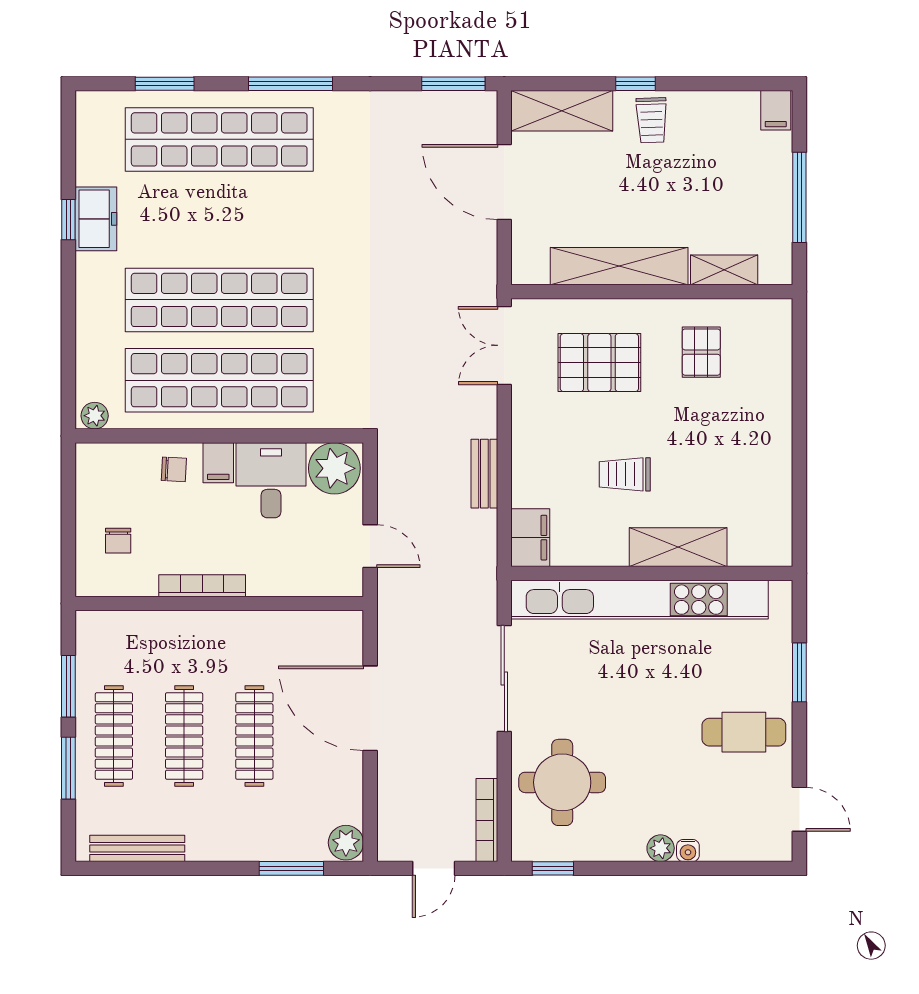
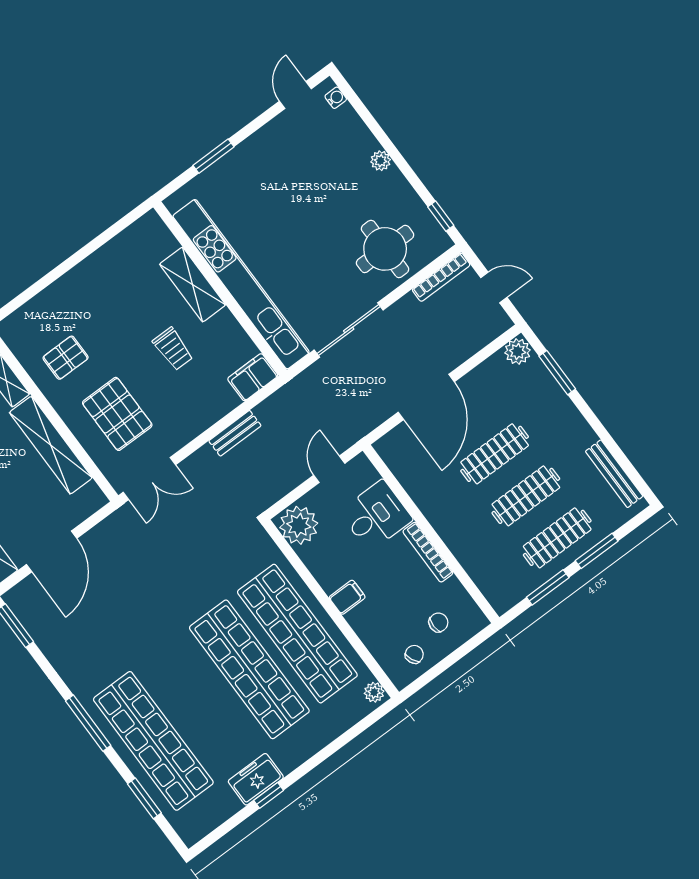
chair: (174, 469) -> (414, 654), moved, turned 62
desk: (271, 480) -> (376, 516), moved, turned 180
cafe table: (744, 732) -> (274, 163), removed
water cooler: (688, 851) -> (336, 98), moved

